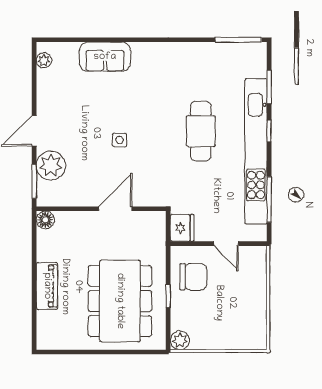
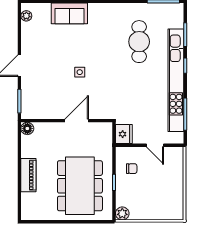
cafe table: (201, 131) -> (139, 42), moved
plant: (51, 165) -> (31, 90), removed
chair: (193, 277) -> (132, 169), width x0.54, depth x0.54

